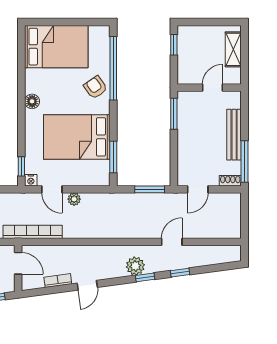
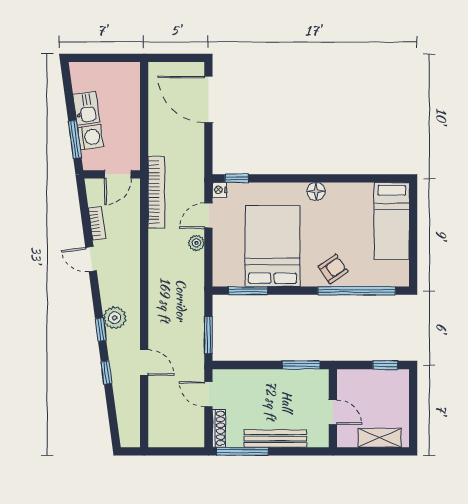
bed: (56, 47) -> (392, 221), width x0.67
shoe rack: (230, 181) -> (219, 428), width x1.43

